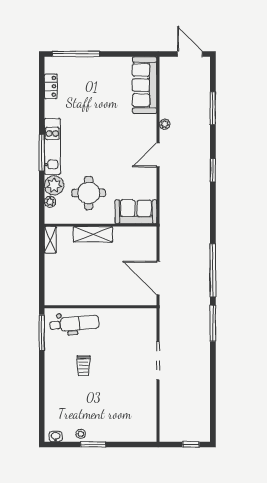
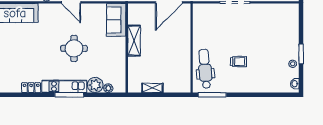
locker: (51, 86) -> (31, 88), moved
round table: (89, 193) -> (74, 48), moved
shelving: (93, 234) -> (134, 41), moved
shelving: (50, 240) -> (152, 88), moved

